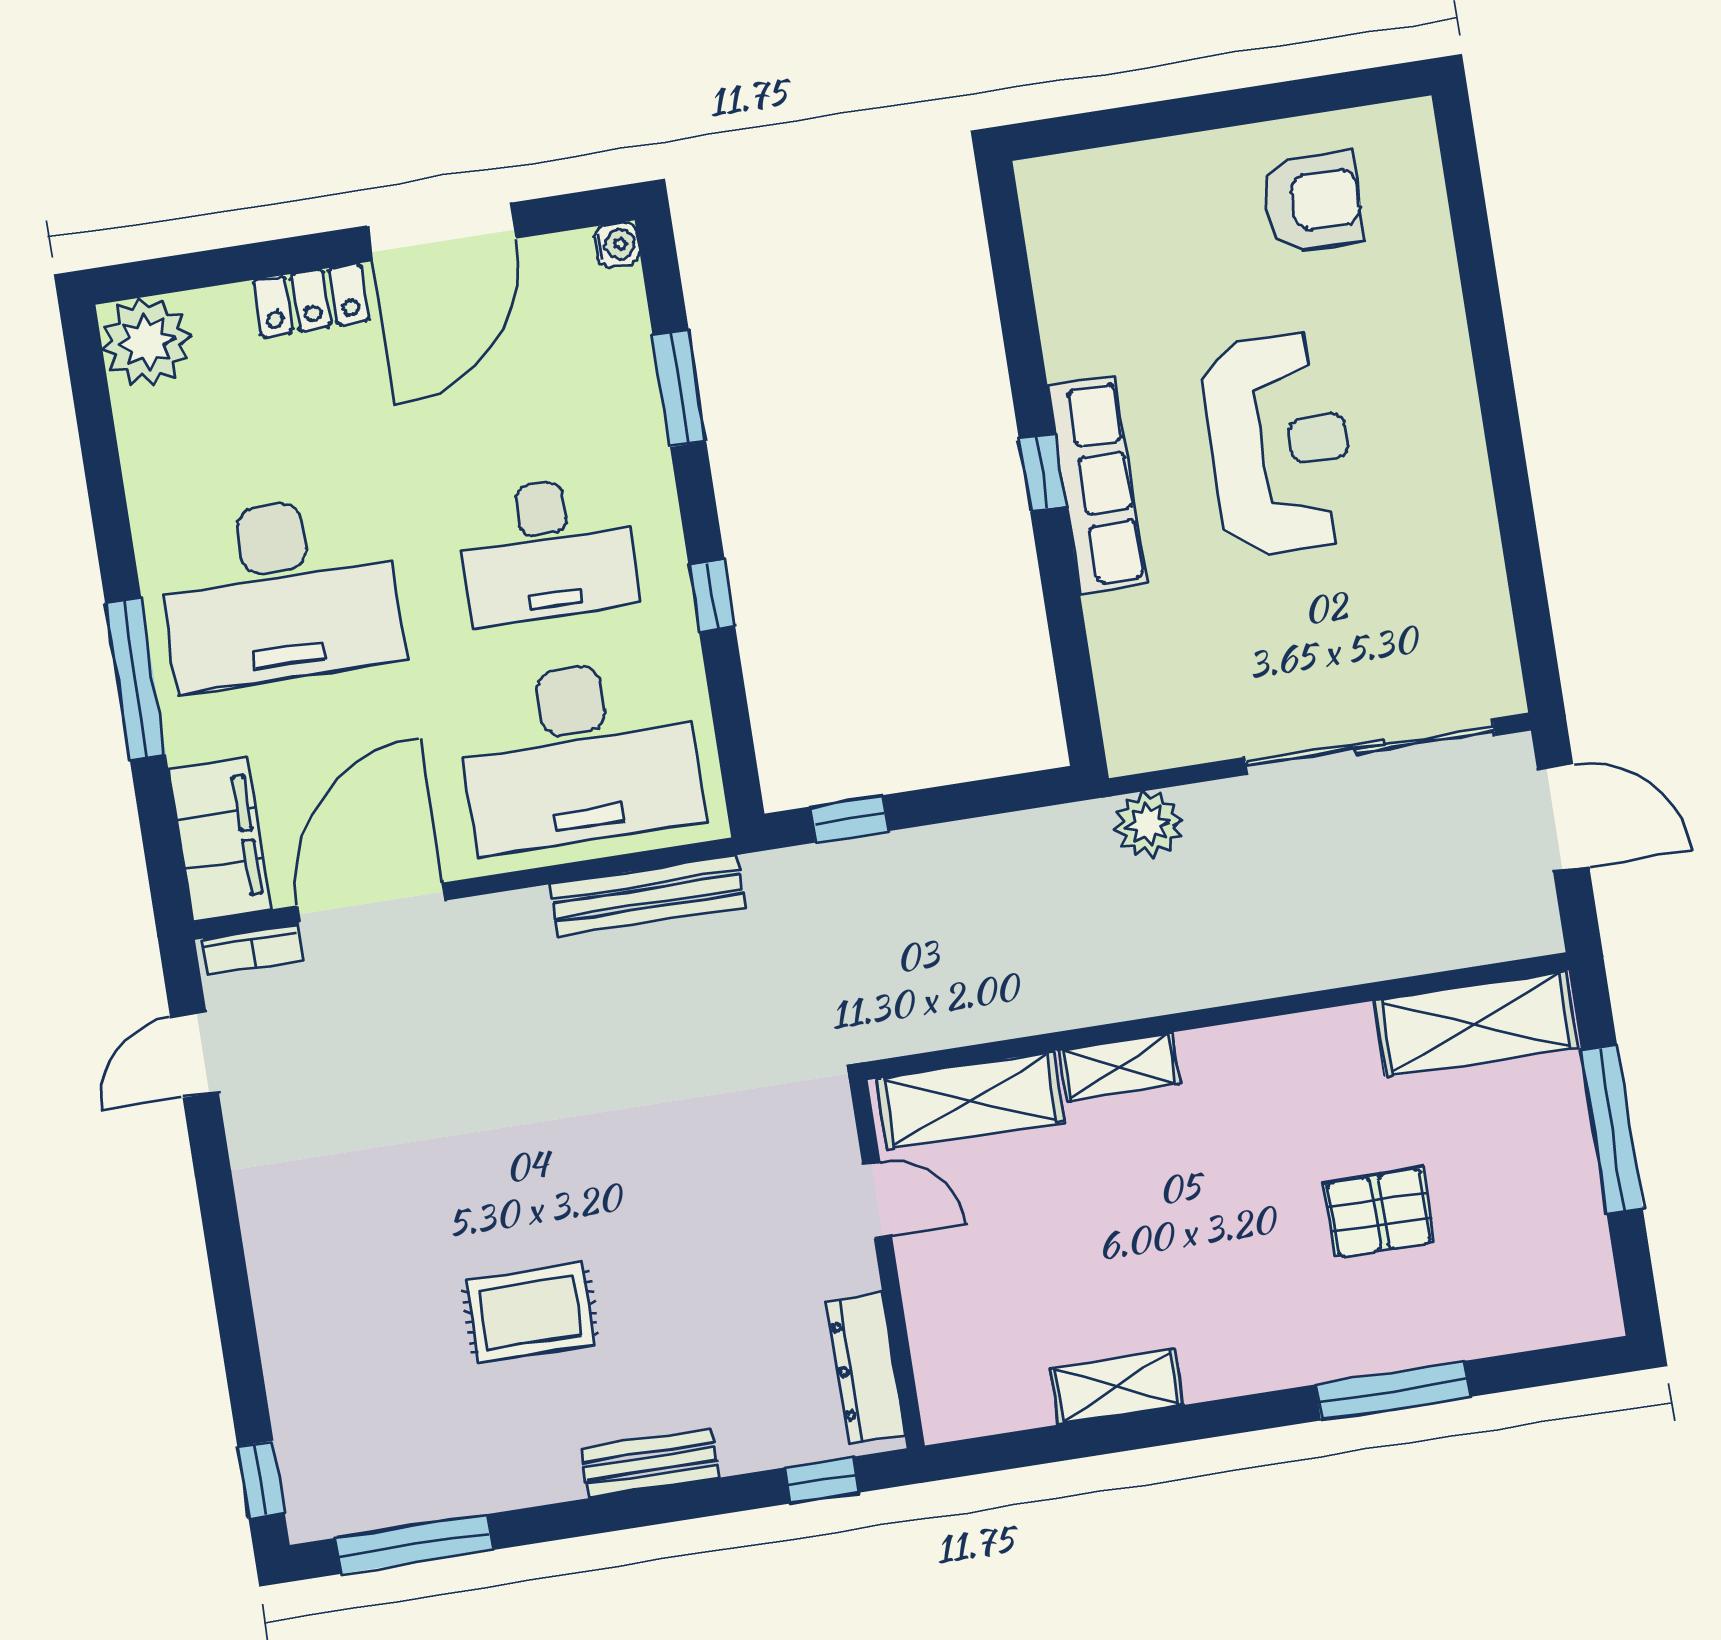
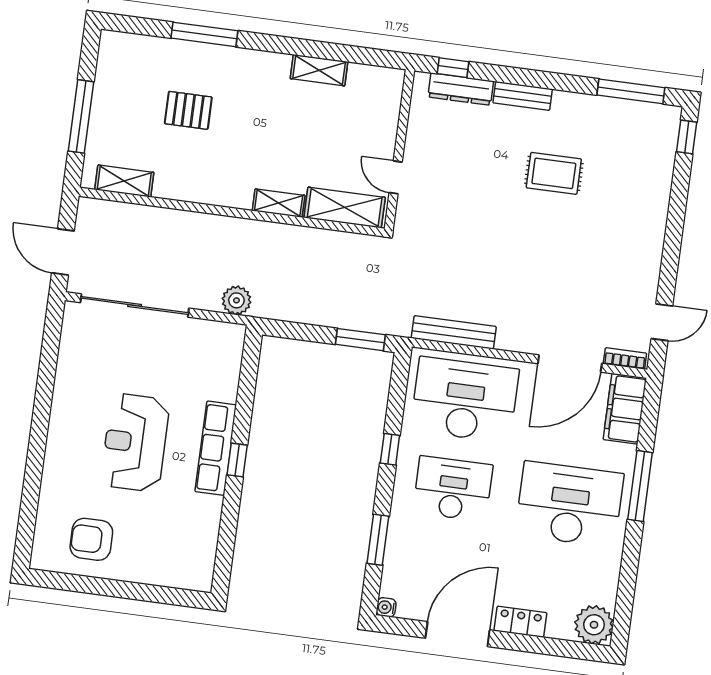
window: (849, 819) -> (360, 340), width x1.50
shelving: (1476, 1024) -> (124, 181), width x0.67, depth x0.75
dresser: (865, 1368) -> (461, 89), moved, turned 90

